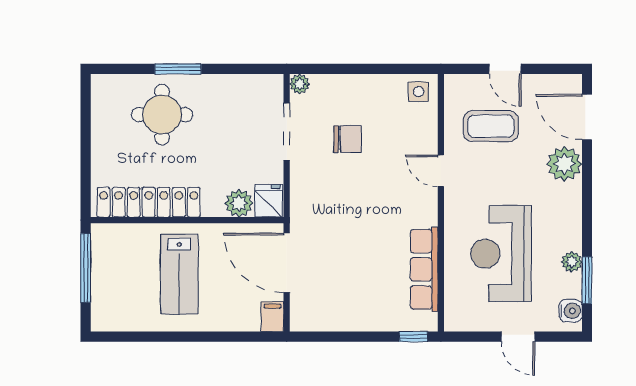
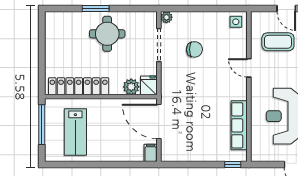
round table: (162, 115) -> (107, 34), moved
lab bench: (179, 274) -> (75, 132), moved

